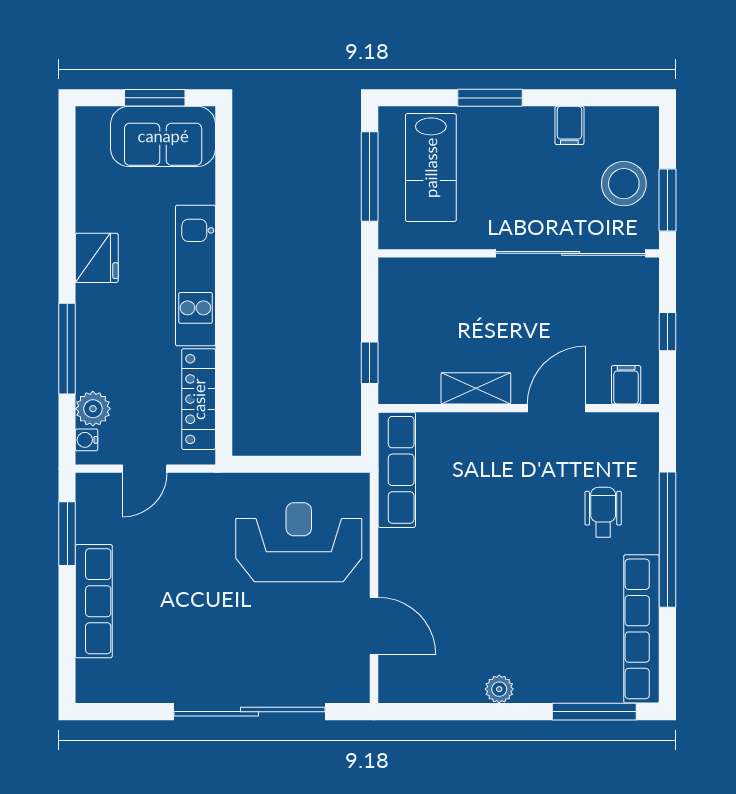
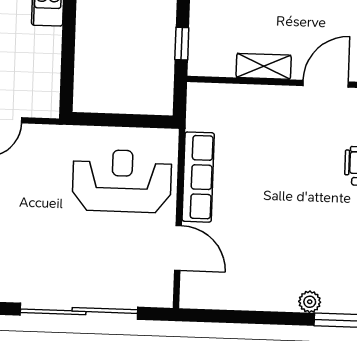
locker: (199, 399) -> (48, 67), removed
row of seats: (397, 470) -> (198, 177), moved
plant: (499, 689) -> (310, 302), moved

